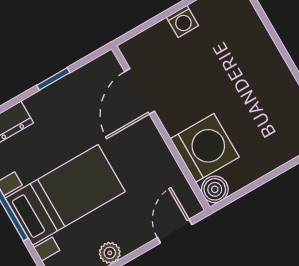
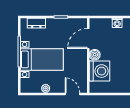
boiler: (215, 189) -> (95, 55), moved
door: (175, 231) -> (72, 94), hinge flipped

